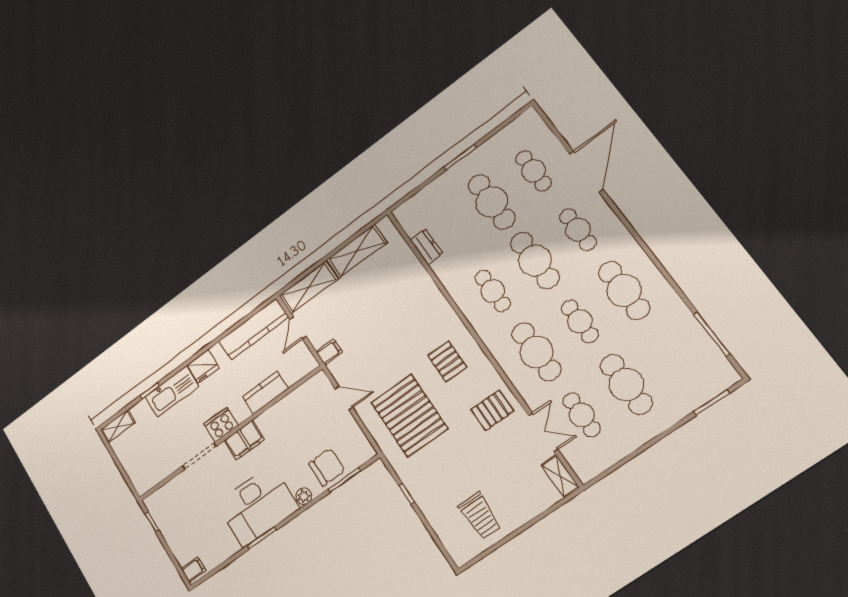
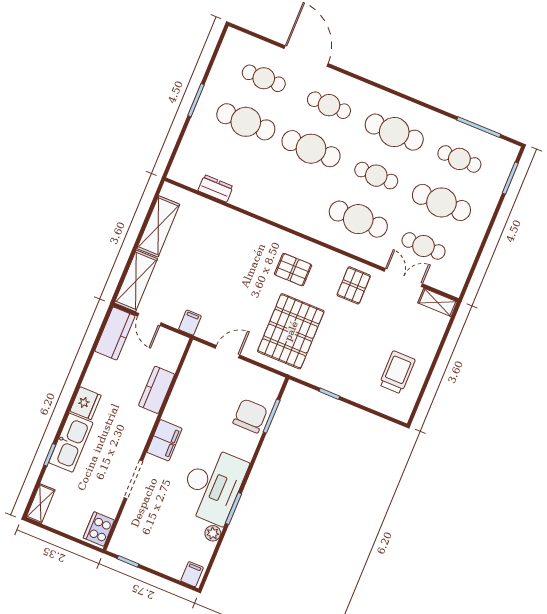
cafe table: (493, 291) -> (459, 159), moved
kitchen counter: (254, 329) -> (115, 333), width x0.67
pallet: (409, 416) -> (291, 331), turned 90
cooker: (221, 425) -> (99, 529), moved
plant: (304, 496) -> (213, 533), moved
trolley: (480, 516) -> (397, 372), turned -90

